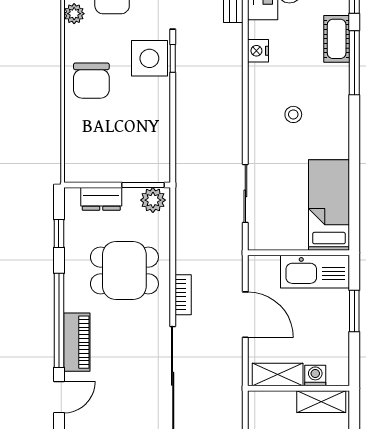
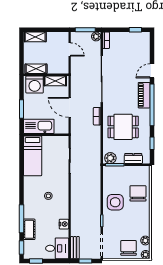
side table: (149, 58) -> (115, 202), moved
chair: (91, 81) -> (138, 193), moved
washing machine: (315, 376) -> (35, 84), width x1.89, depth x1.89

